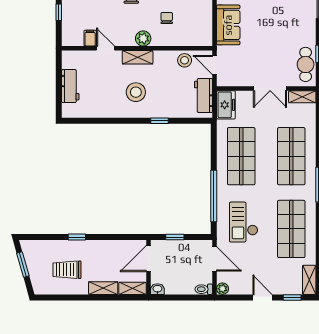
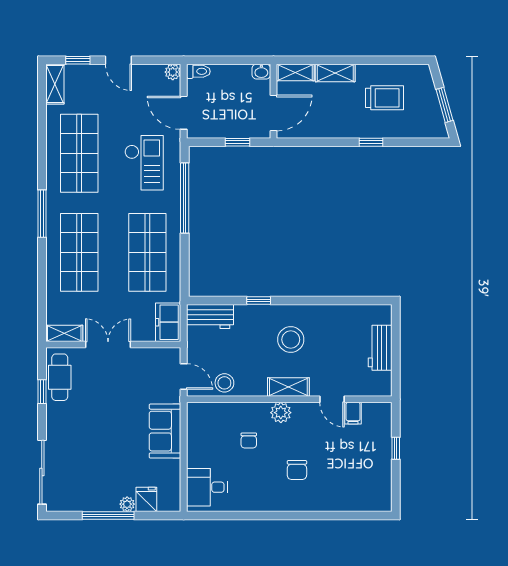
workbench: (204, 96) -> (210, 317), moved, turned 90

